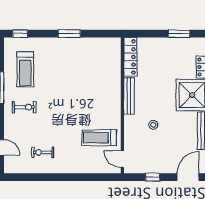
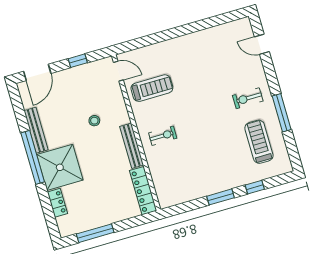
window: (20, 34) -> (255, 187), moved
window: (179, 34) -> (95, 233), width x1.44
exercise bike: (43, 152) -> (163, 136), moved

